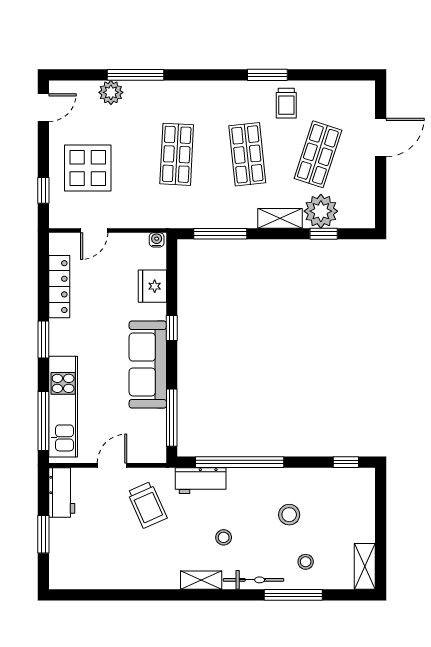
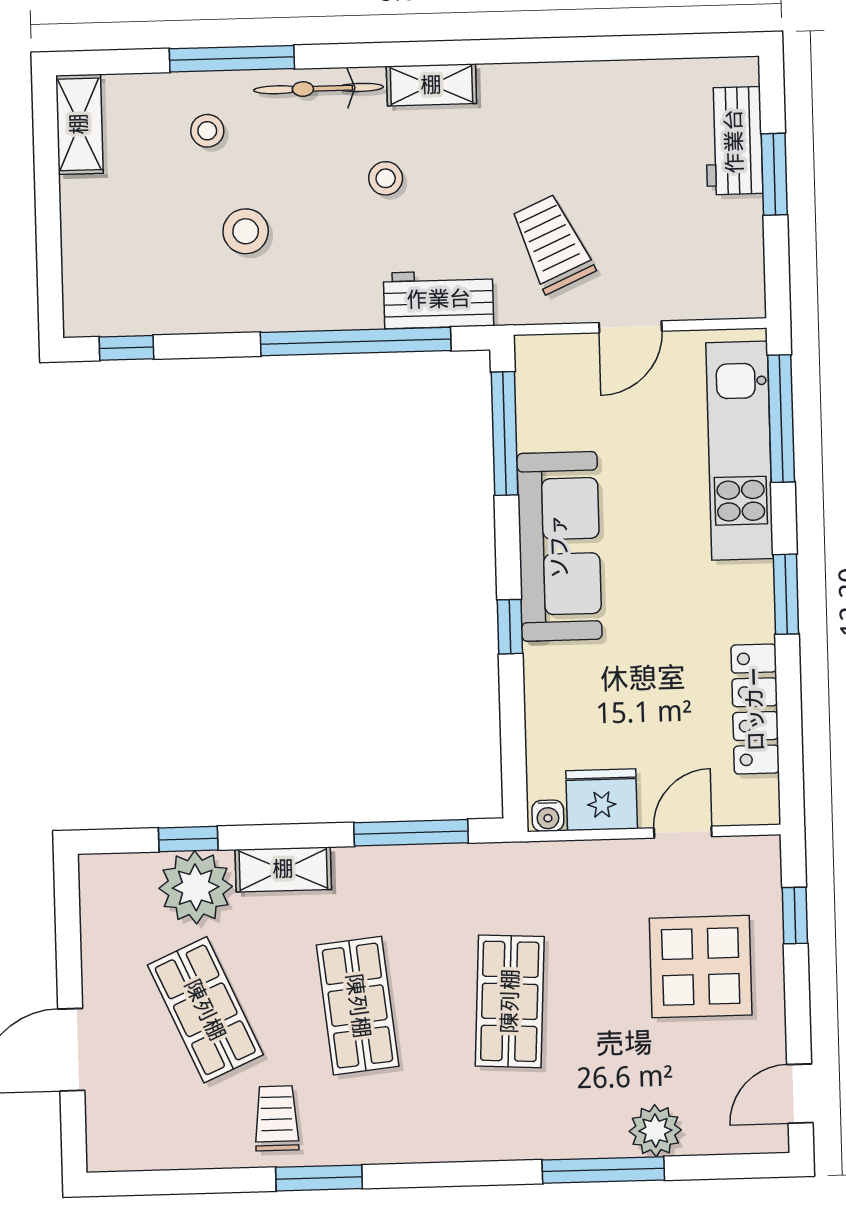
shop shelf: (318, 154) -> (205, 1010), turned -42
fridge: (152, 286) -> (602, 800), moved, turned -90
workbench: (62, 492) -> (734, 141), moved

